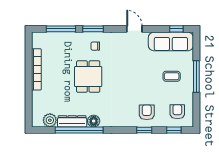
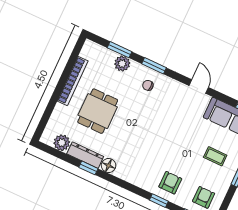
window: (61, 29) -> (119, 50), width x0.69
plant: (68, 39) -> (122, 64), added
dining table: (88, 77) -> (98, 111), moved
window: (79, 130) -> (88, 168), width x0.32

